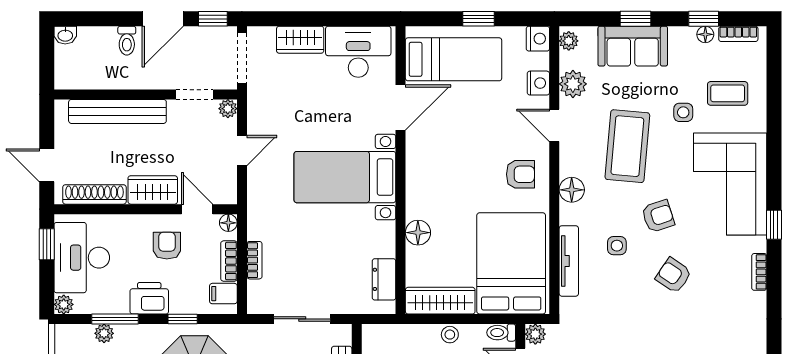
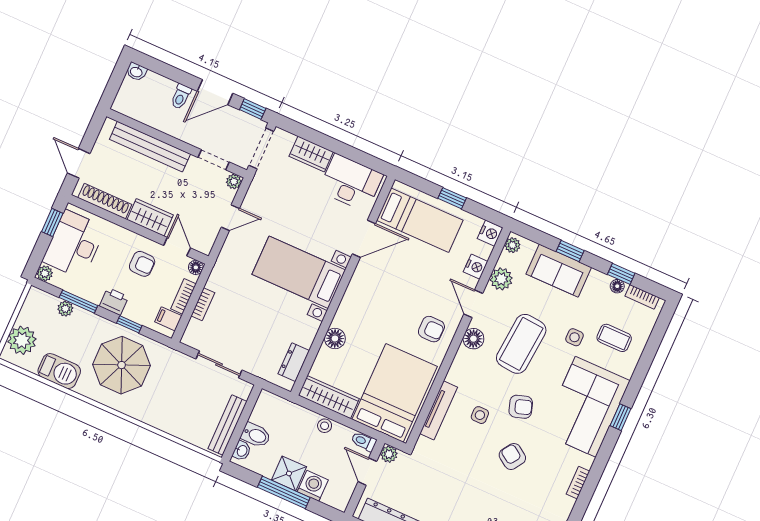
floor lamp: (572, 190) -> (473, 339), moved
window: (774, 225) -> (621, 417), moved
armchair: (167, 246) -> (142, 264), turned 90
printer: (149, 298) -> (114, 302), width x0.73, depth x0.81

